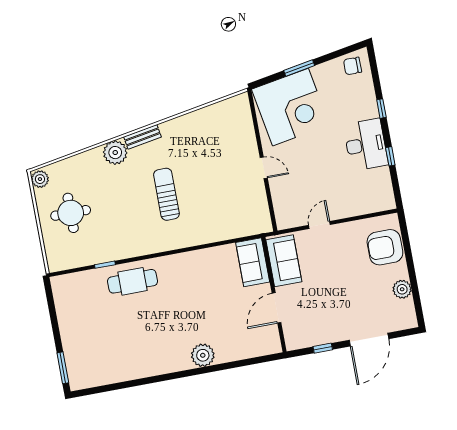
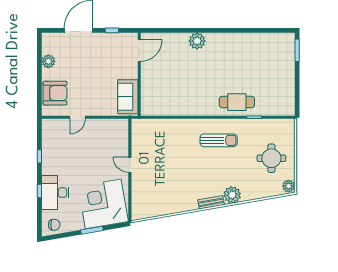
desk: (366, 145) -> (55, 192), moved
sun lounger: (166, 194) -> (219, 140), moved, turned -90
door: (319, 225) -> (78, 117), moved
sofa: (253, 262) -> (150, 100), removed
door: (276, 308) -> (139, 50), moved

